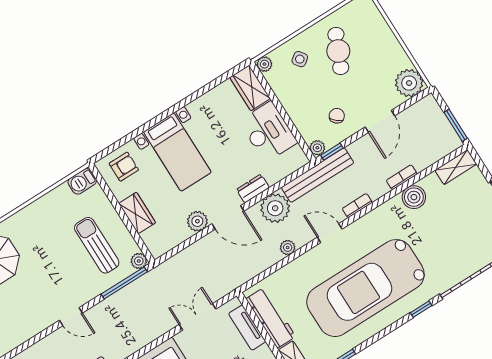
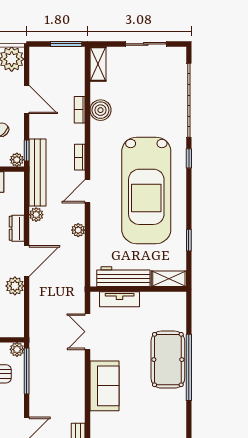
plant: (275, 208) -> (36, 215), width x0.53, depth x0.53

